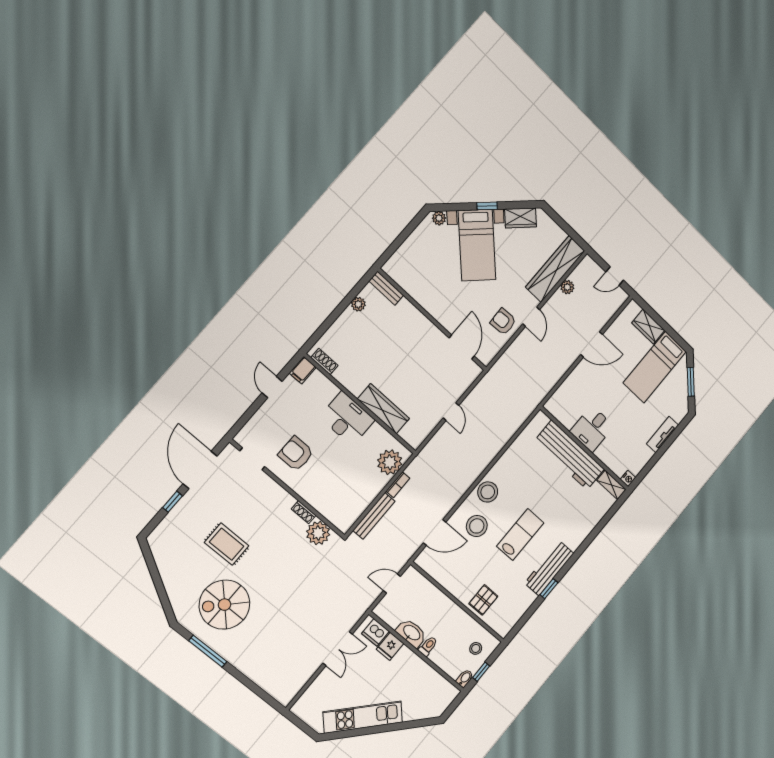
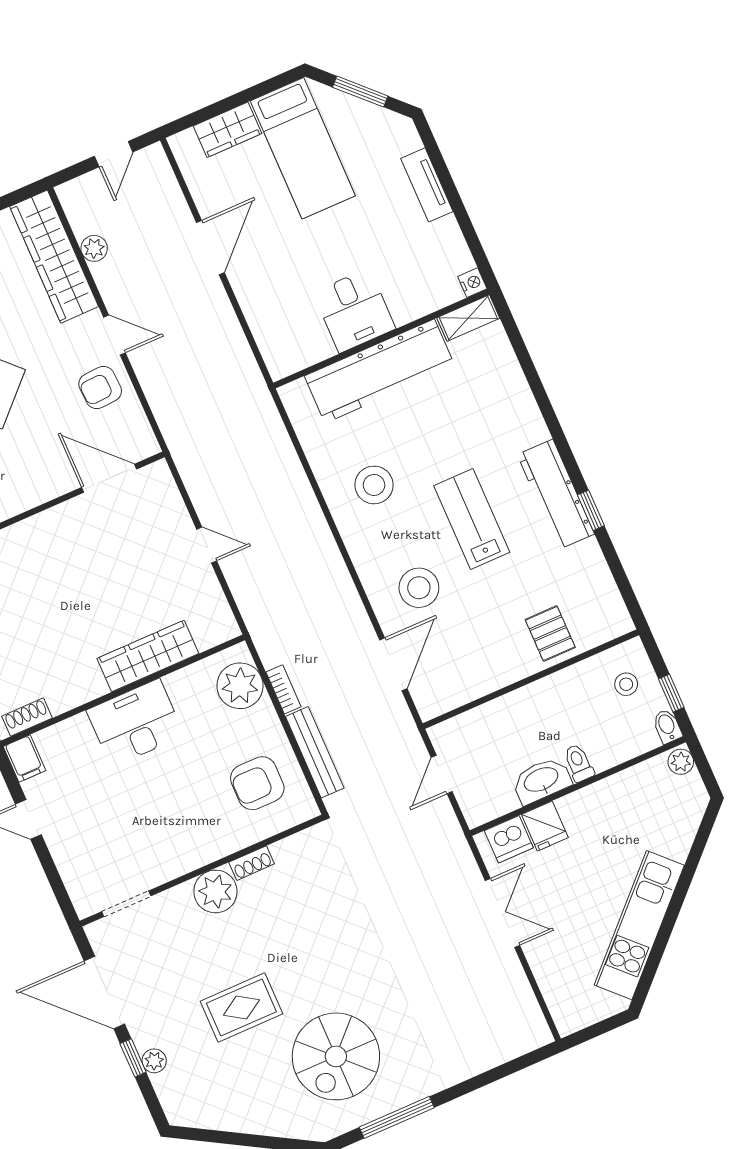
armchair: (296, 454) -> (257, 783), moved
stool: (488, 492) -> (374, 485), moved
plant: (176, 513) -> (154, 1061), added
plant: (318, 533) -> (215, 891), moved
plant: (451, 694) -> (681, 762), added

